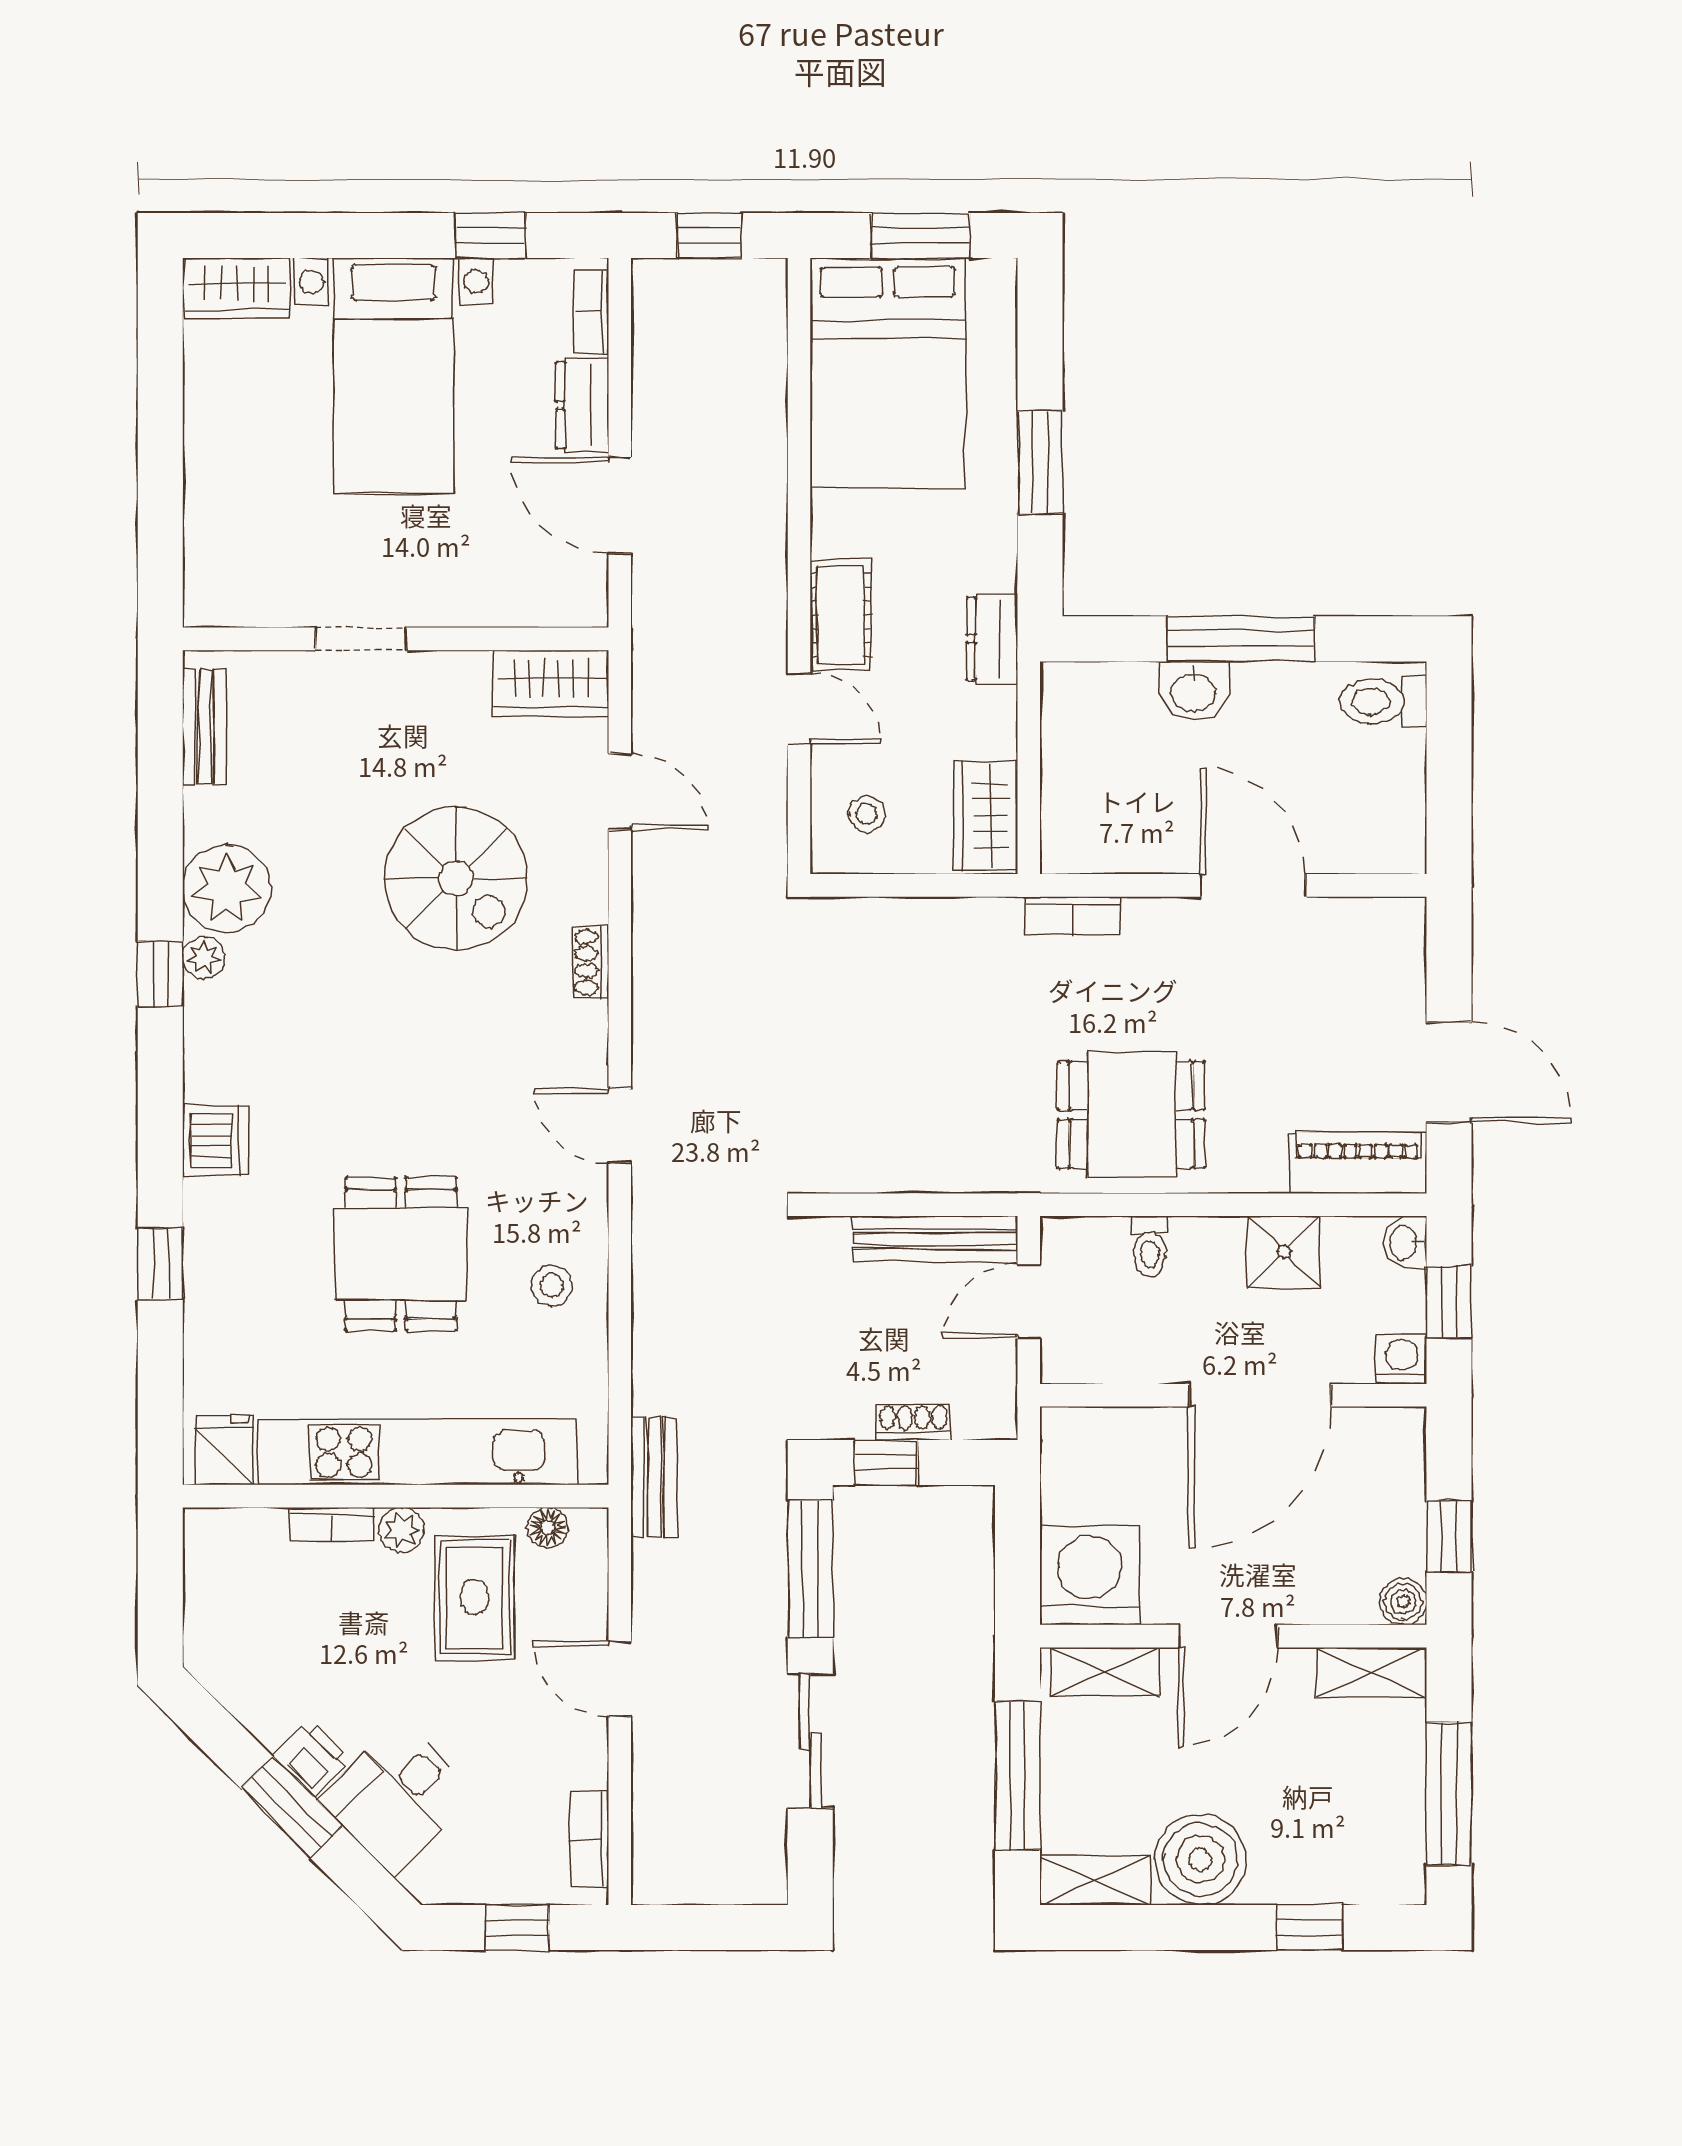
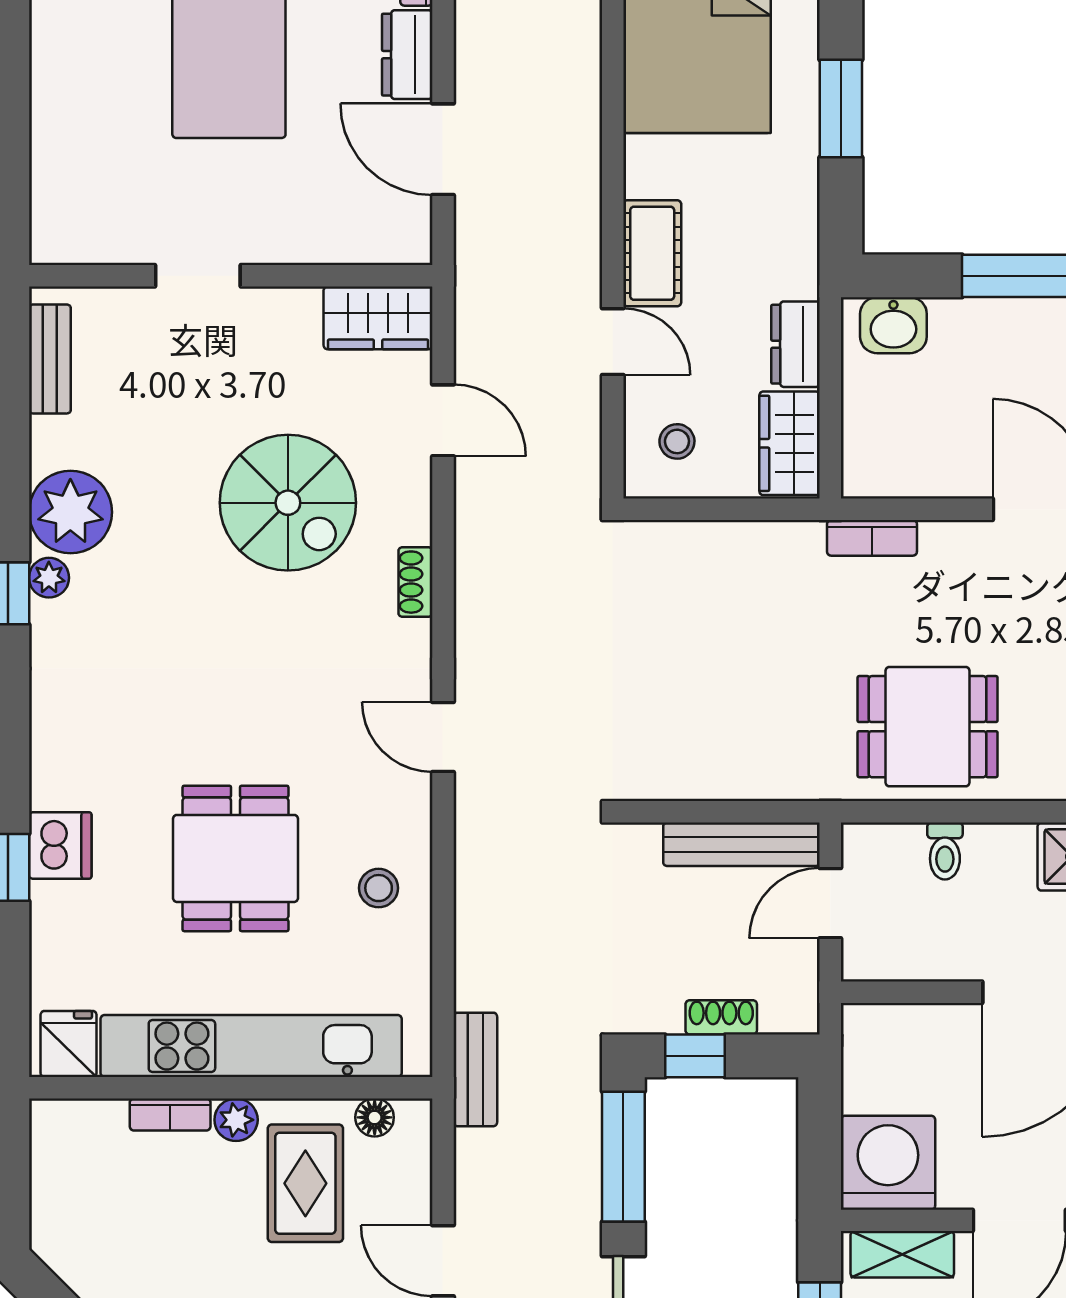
dresser: (992, 639) -> (796, 344), moved
washbasin: (1193, 691) -> (893, 325), moved
dishwasher: (216, 1141) -> (60, 845), moved

